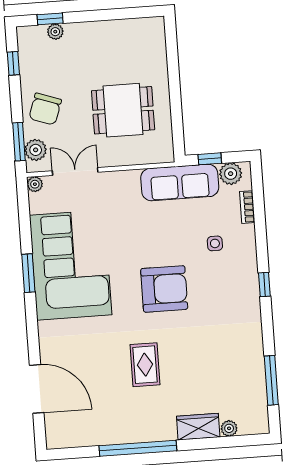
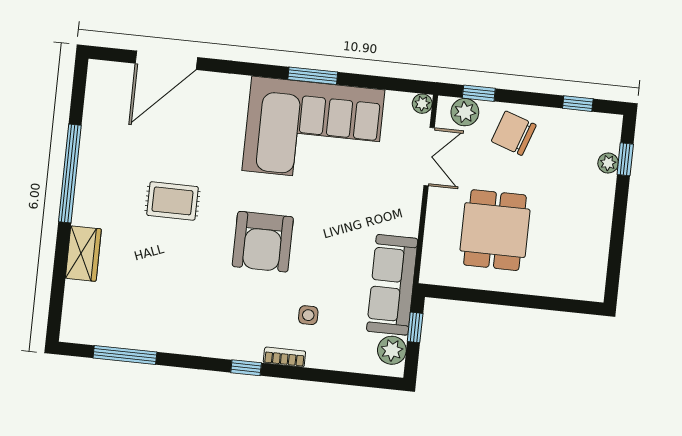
window: (19, 142) -> (479, 93), width x0.67
bookcase: (247, 207) -> (284, 357), moved
plant: (229, 428) -> (74, 292), removed

